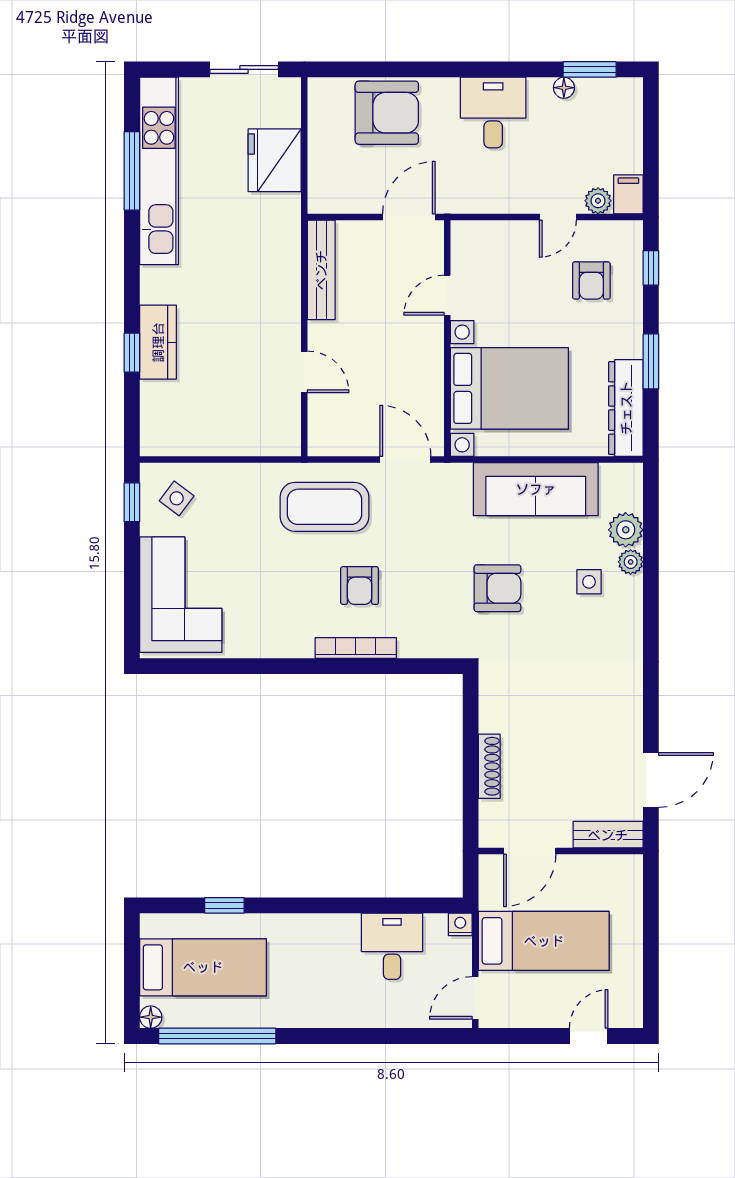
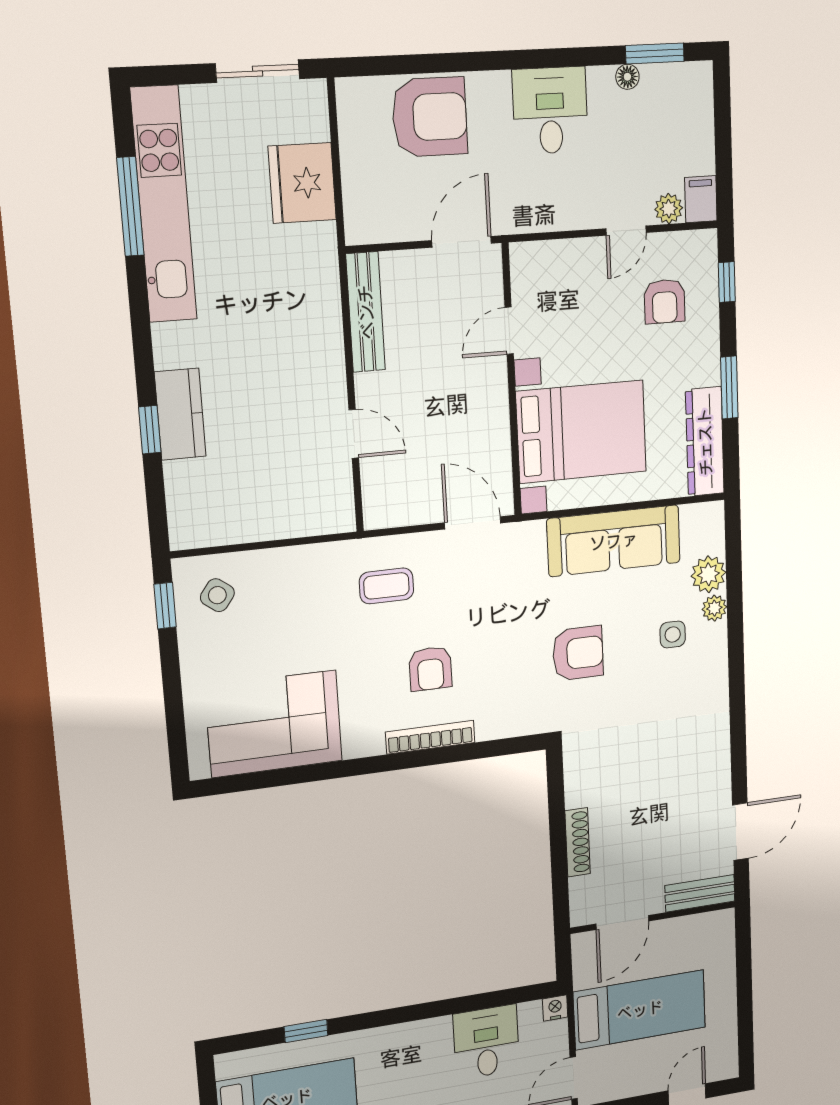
coffee table: (324, 507) -> (386, 586), width x0.54, depth x0.58
corner sofa: (181, 595) -> (274, 724), moved, turned -90

